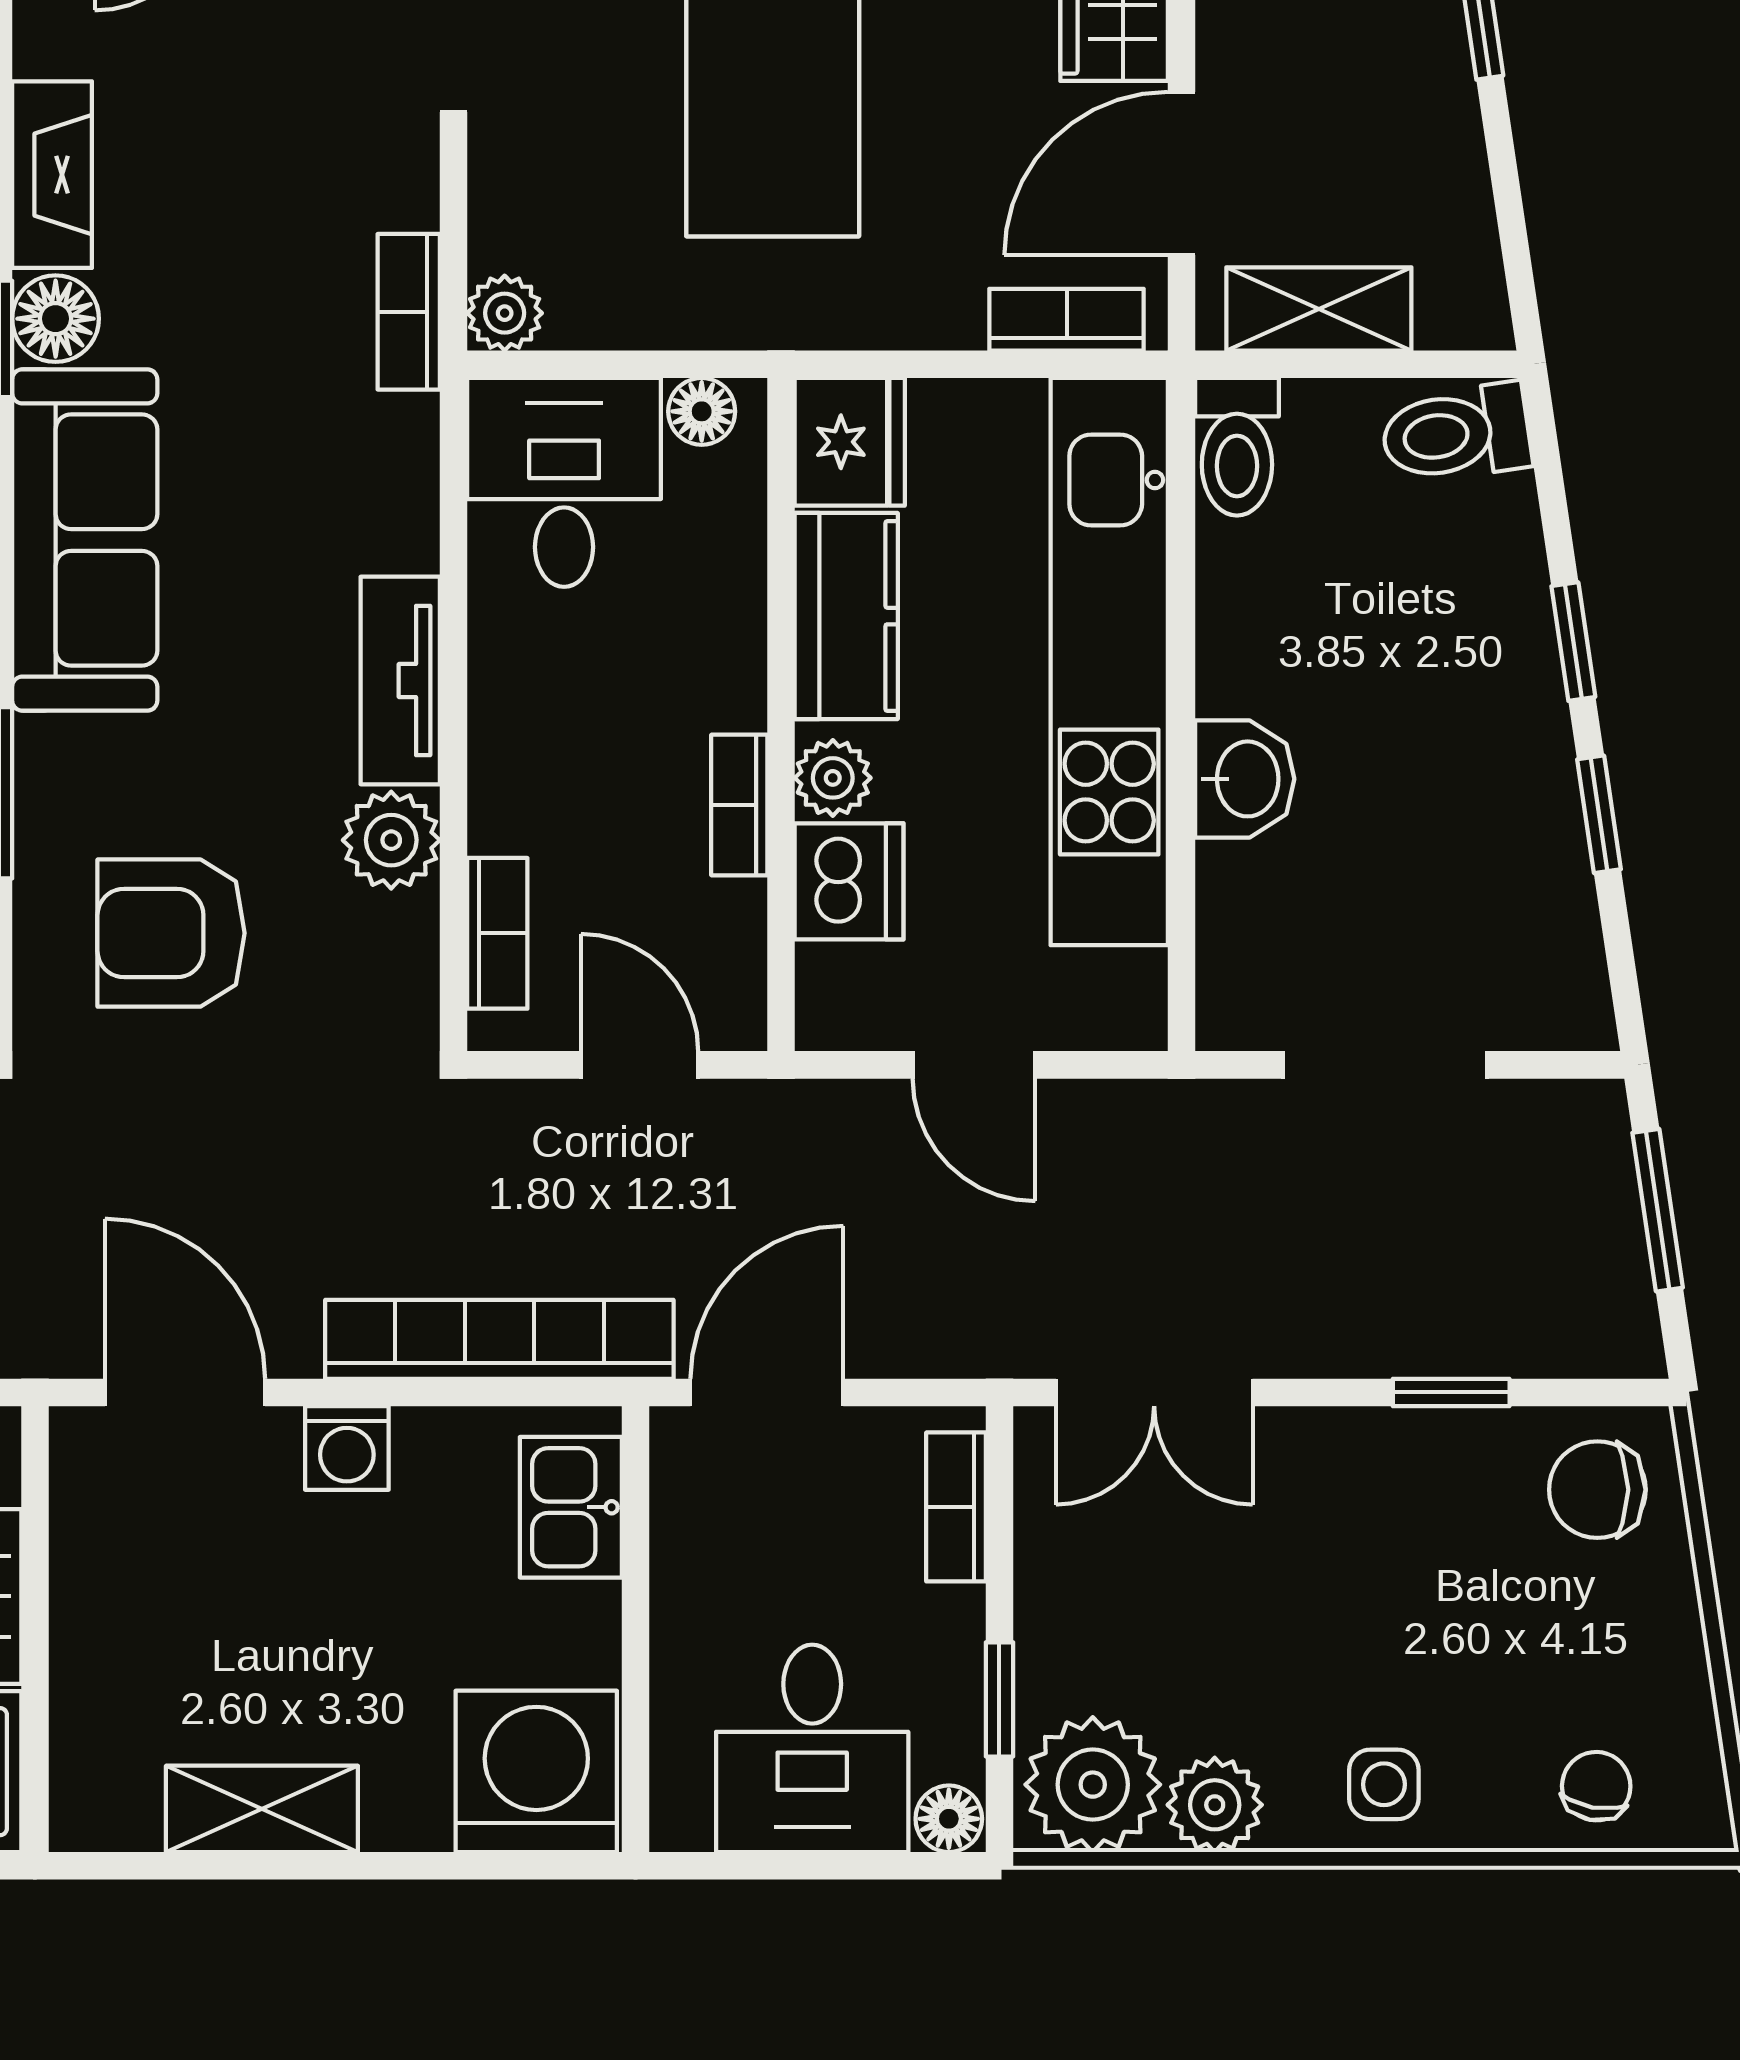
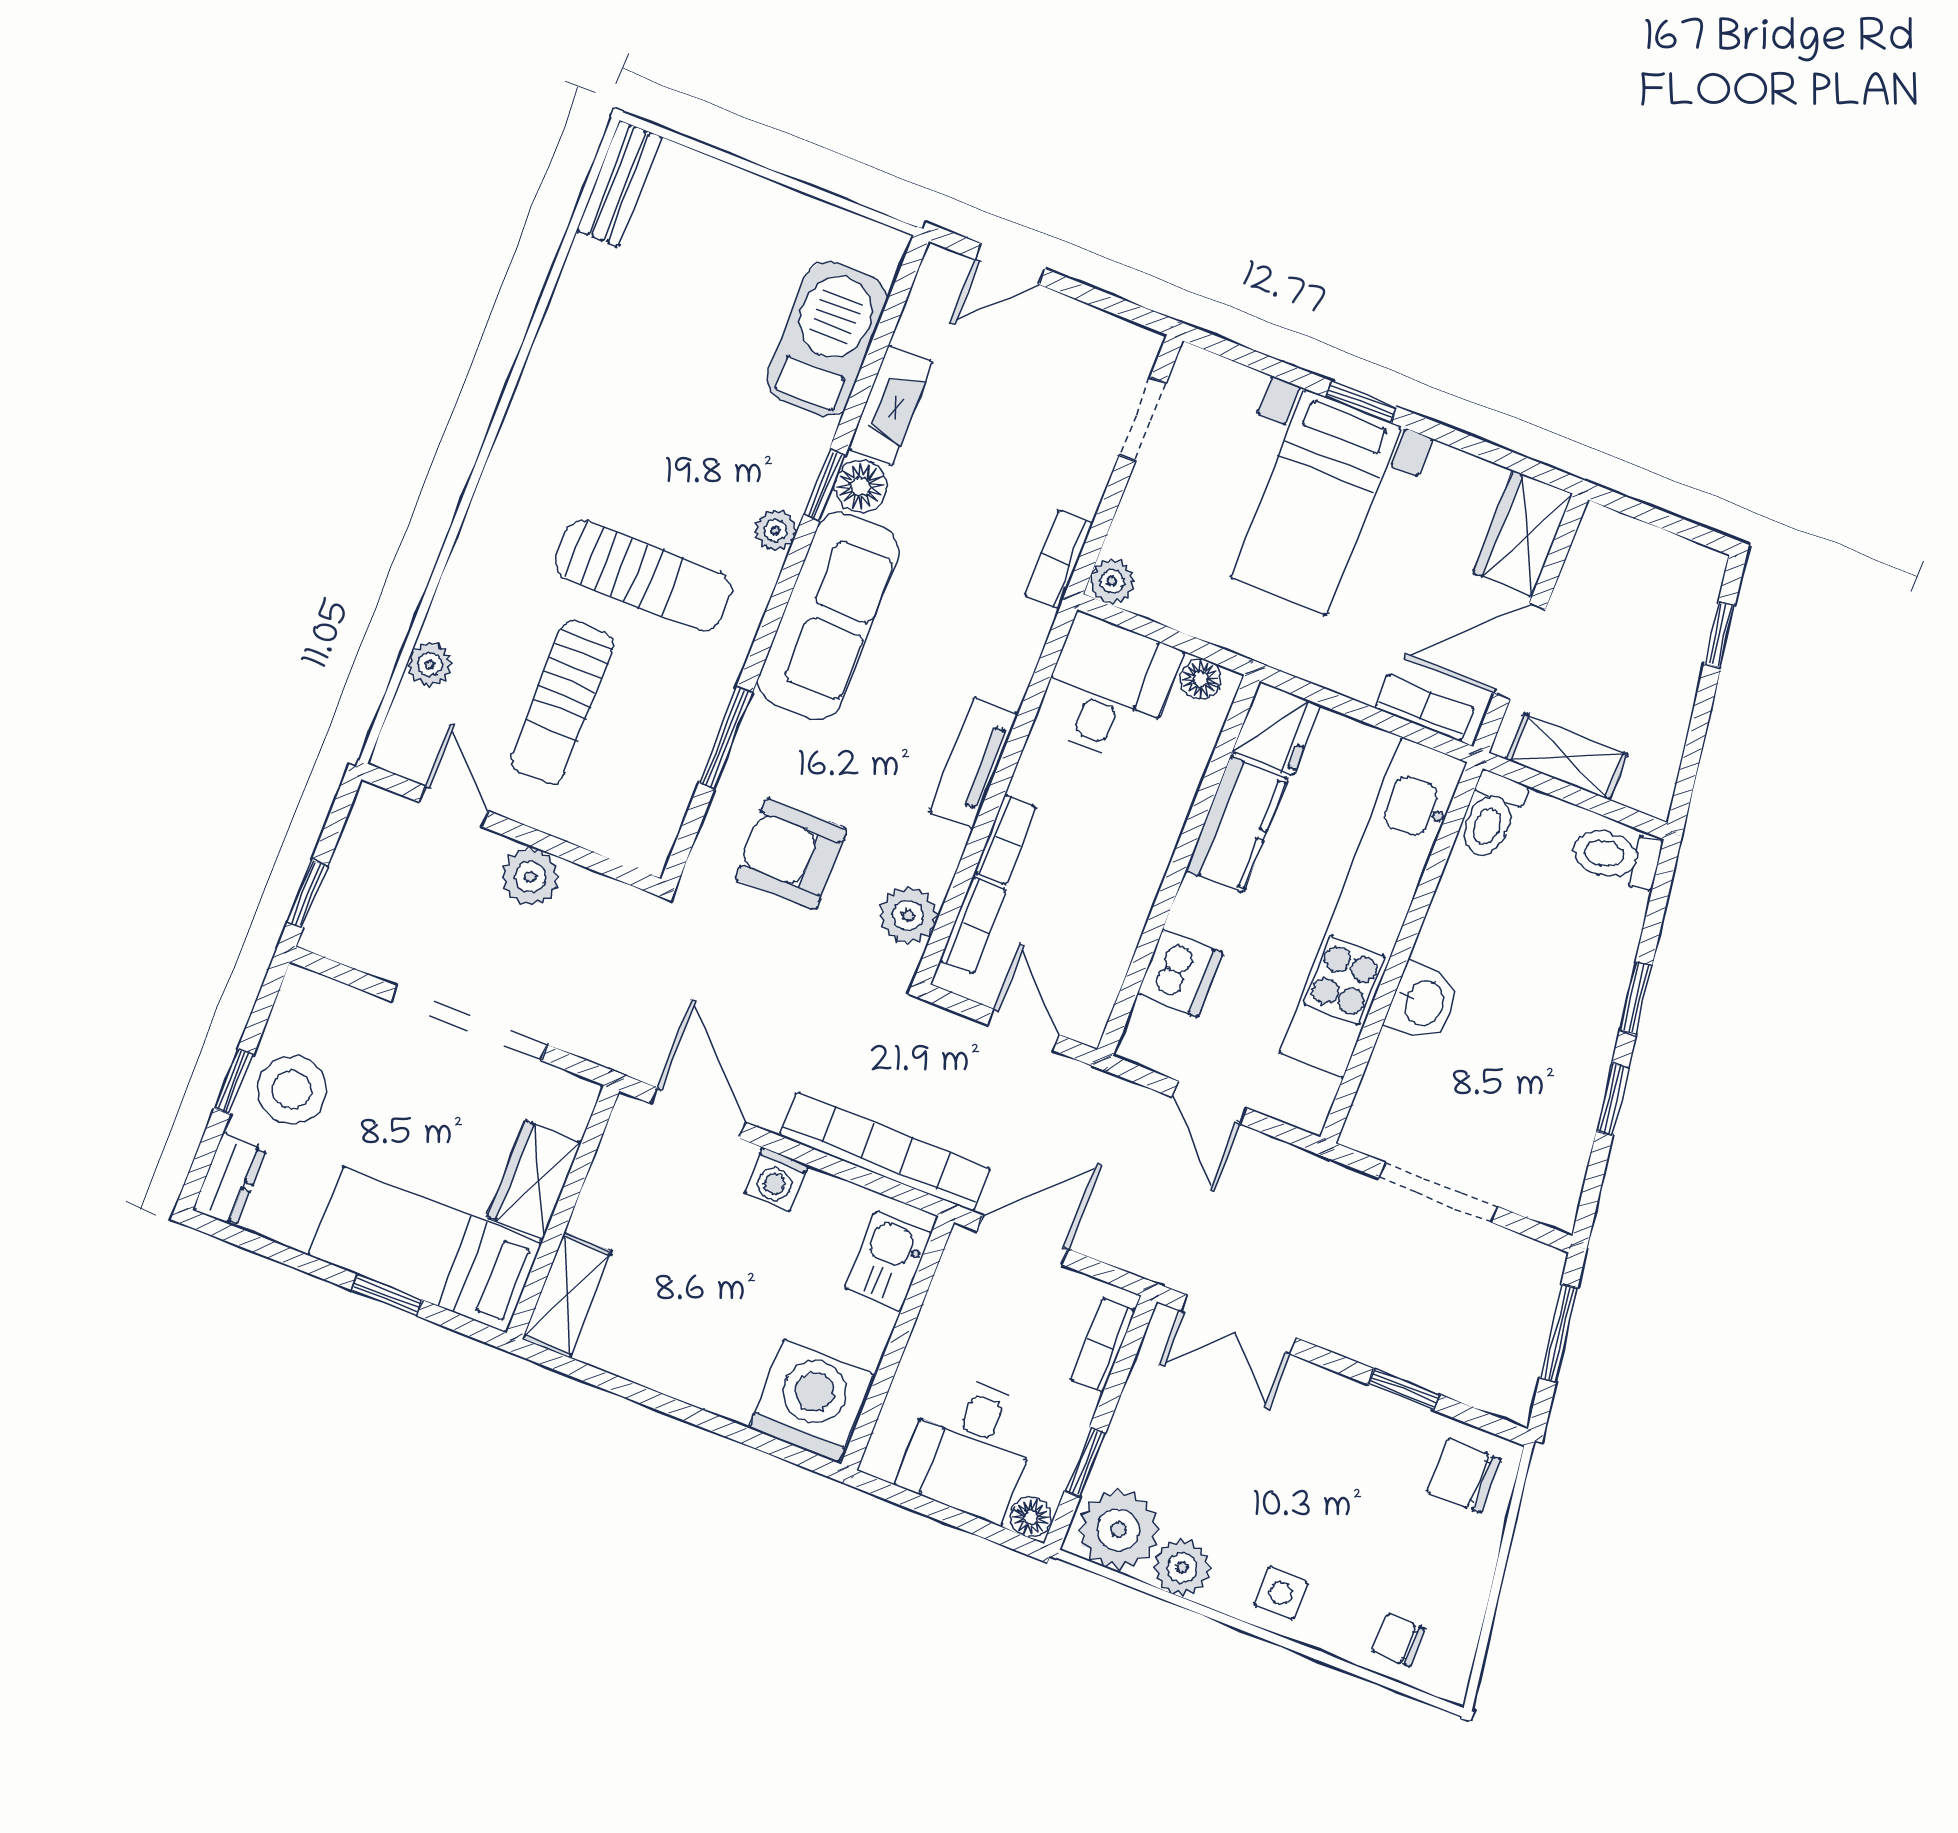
plant: (833, 778) -> (1193, 912), removed
bookcase: (739, 805) -> (1005, 840), moved, turned 180
plant: (391, 840) -> (908, 916), moved
chair: (1596, 1786) -> (1399, 1640), turned -100
shelving: (262, 1809) -> (567, 1295), moved, turned 90

